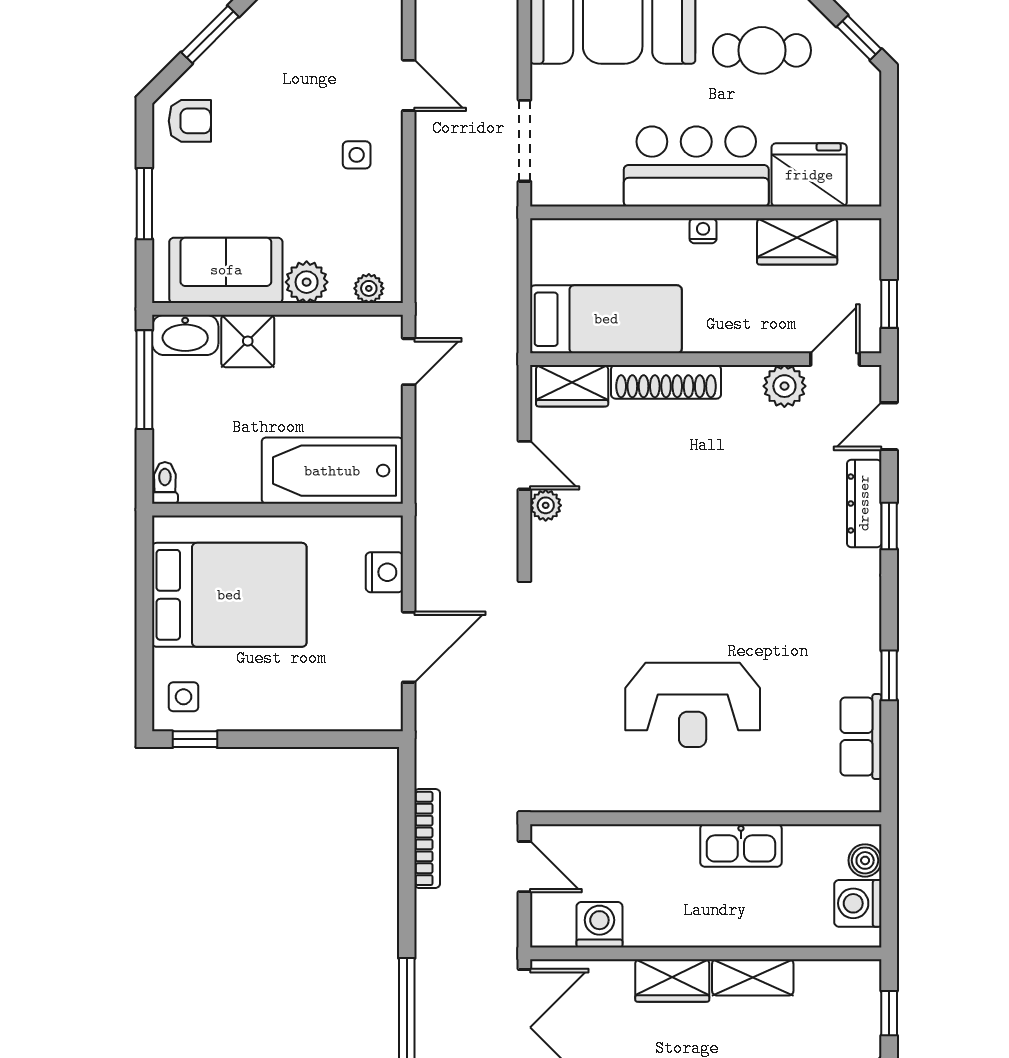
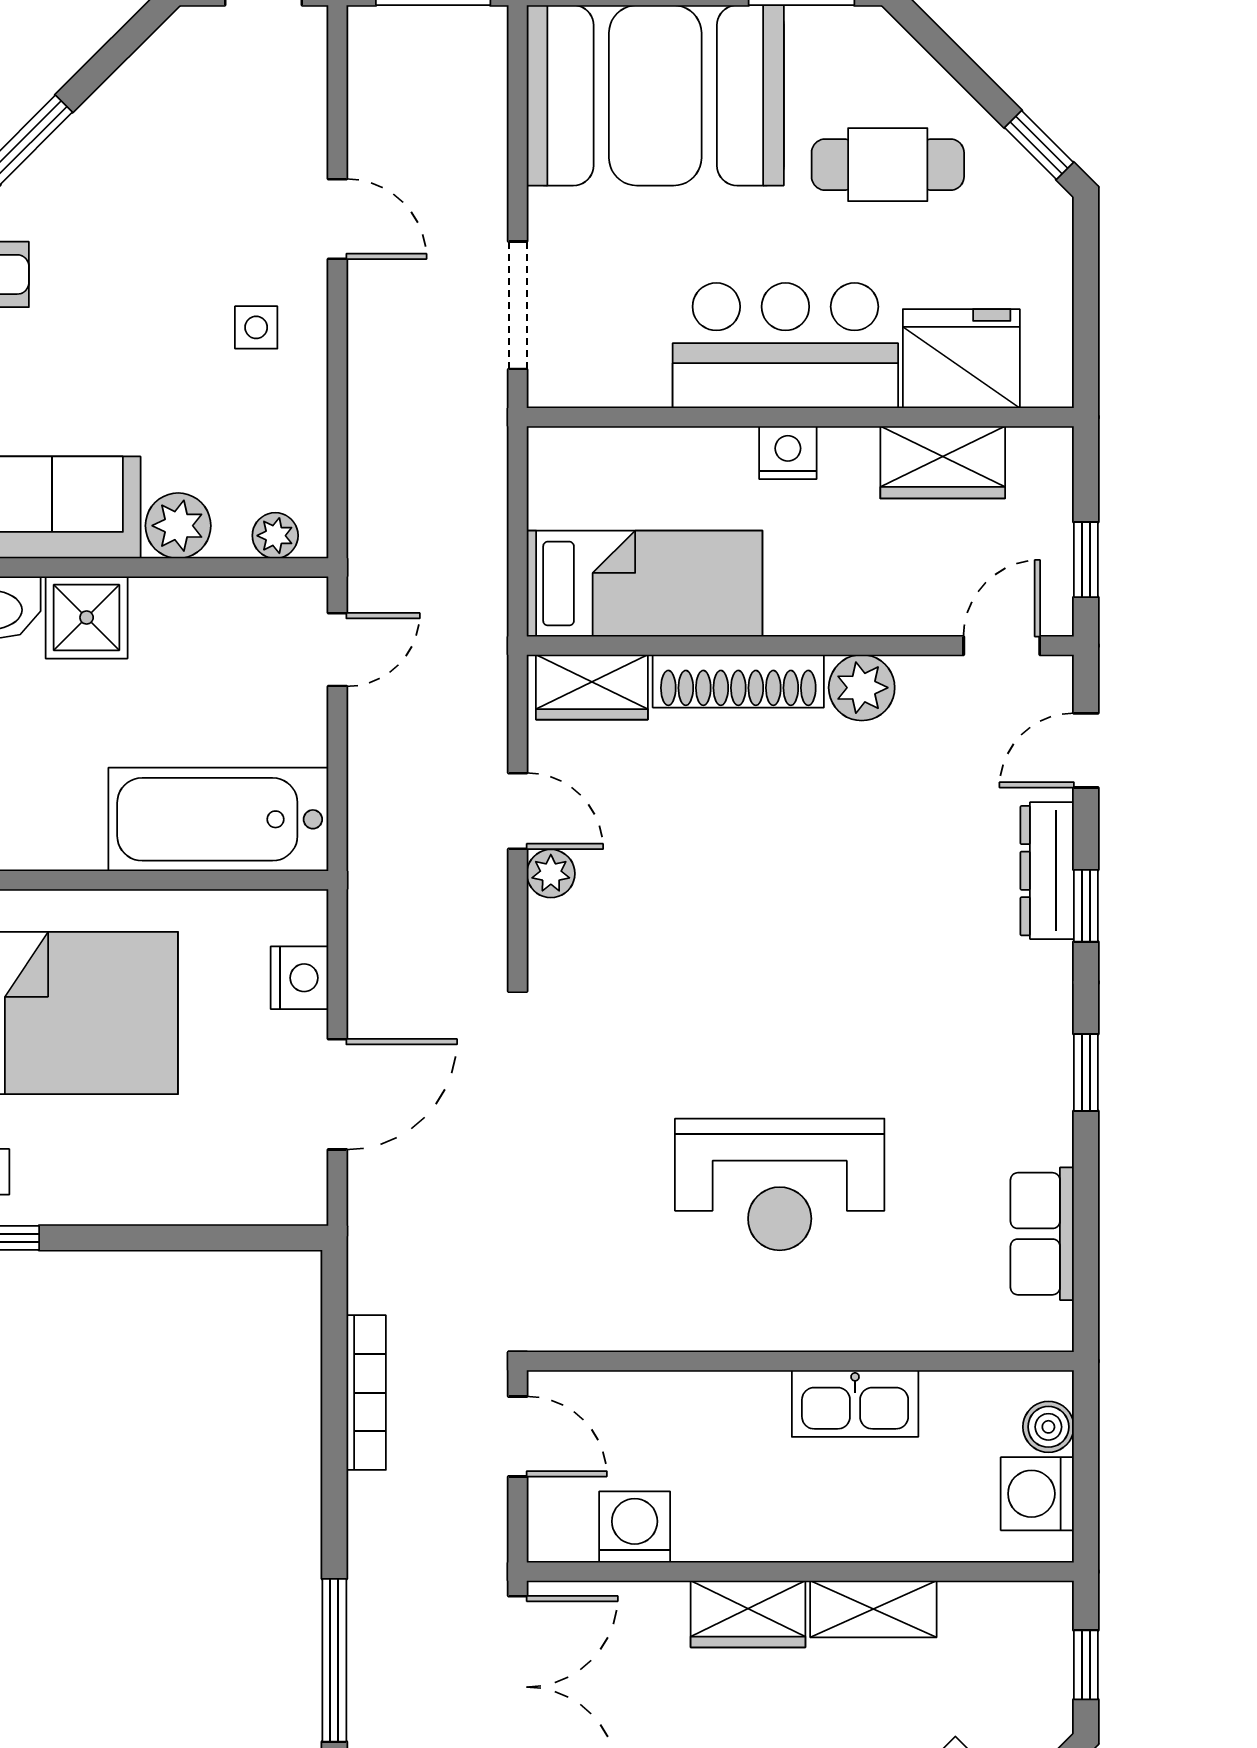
nightstand: (703, 231) -> (788, 453), width x1.39, depth x1.35
plant: (784, 386) -> (862, 688), moved
window: (889, 675) -> (1086, 1072), moved

